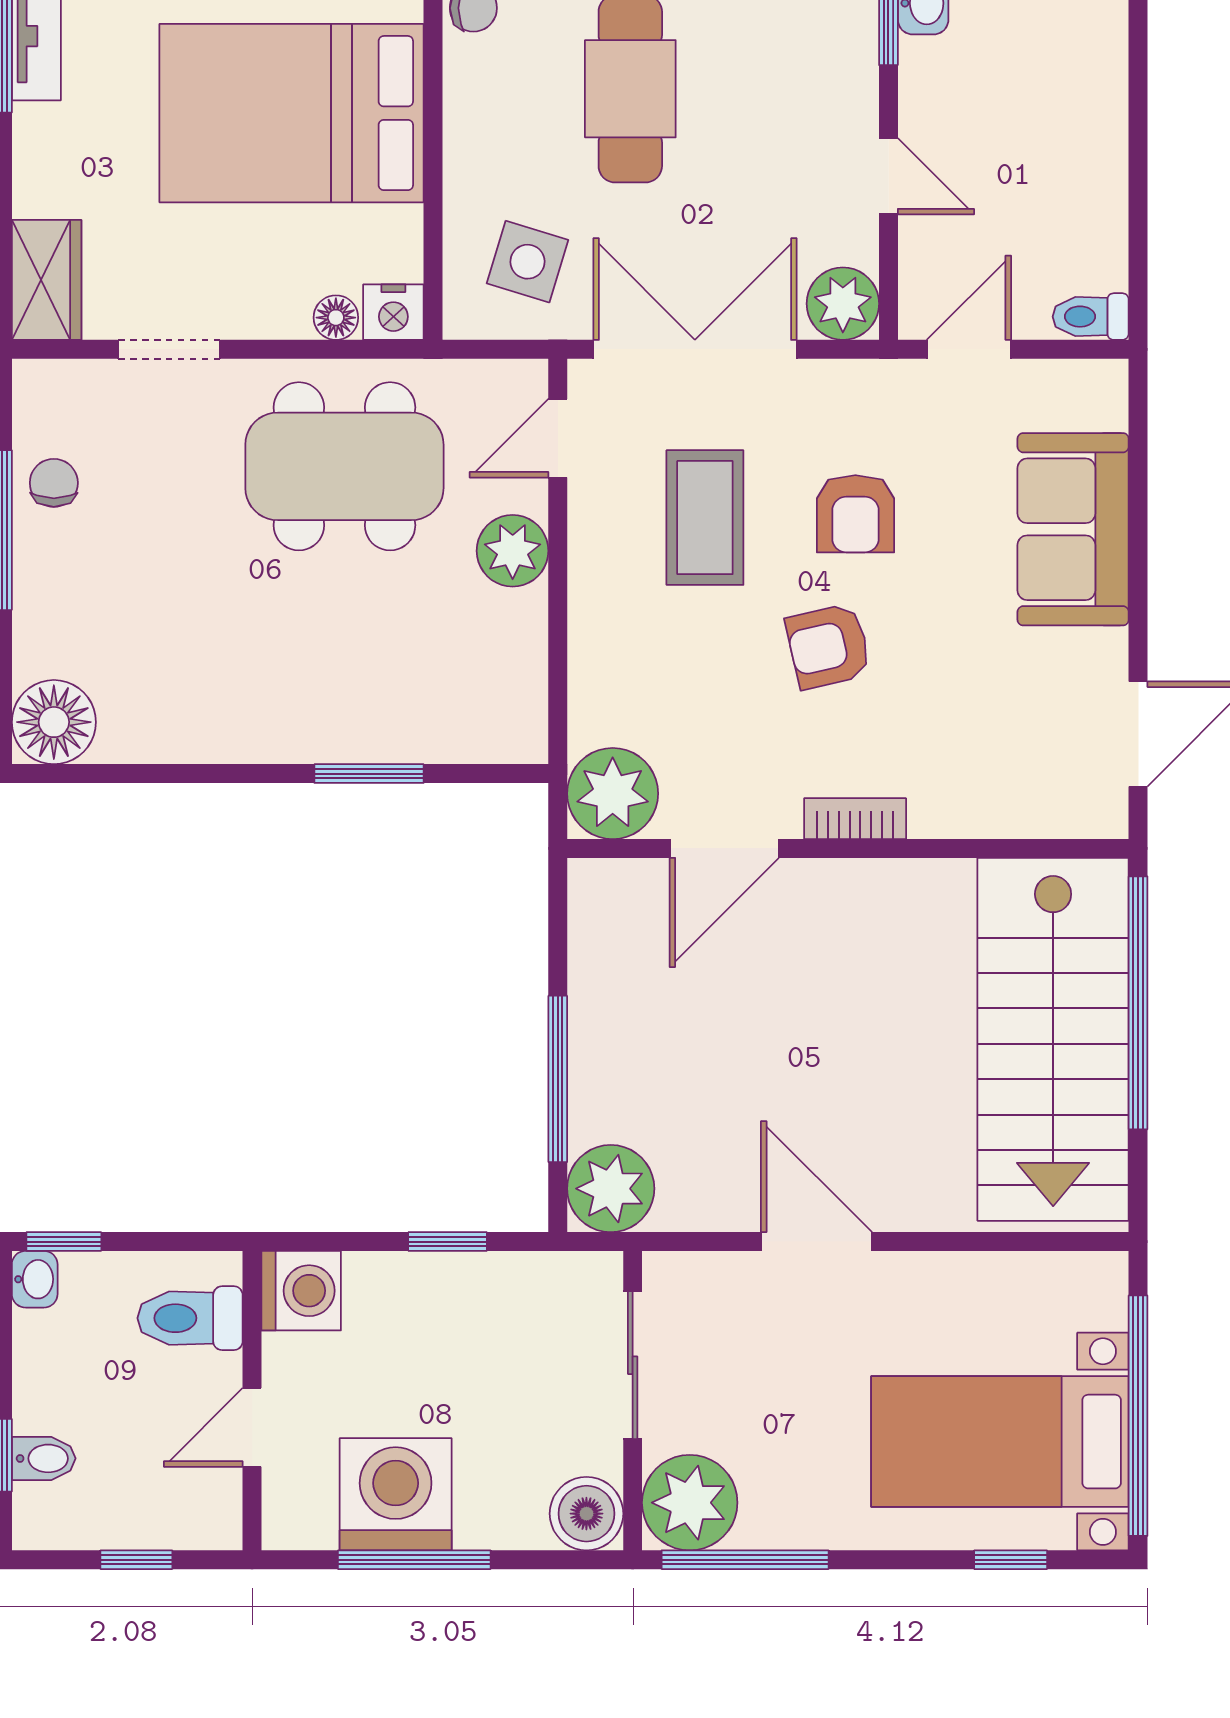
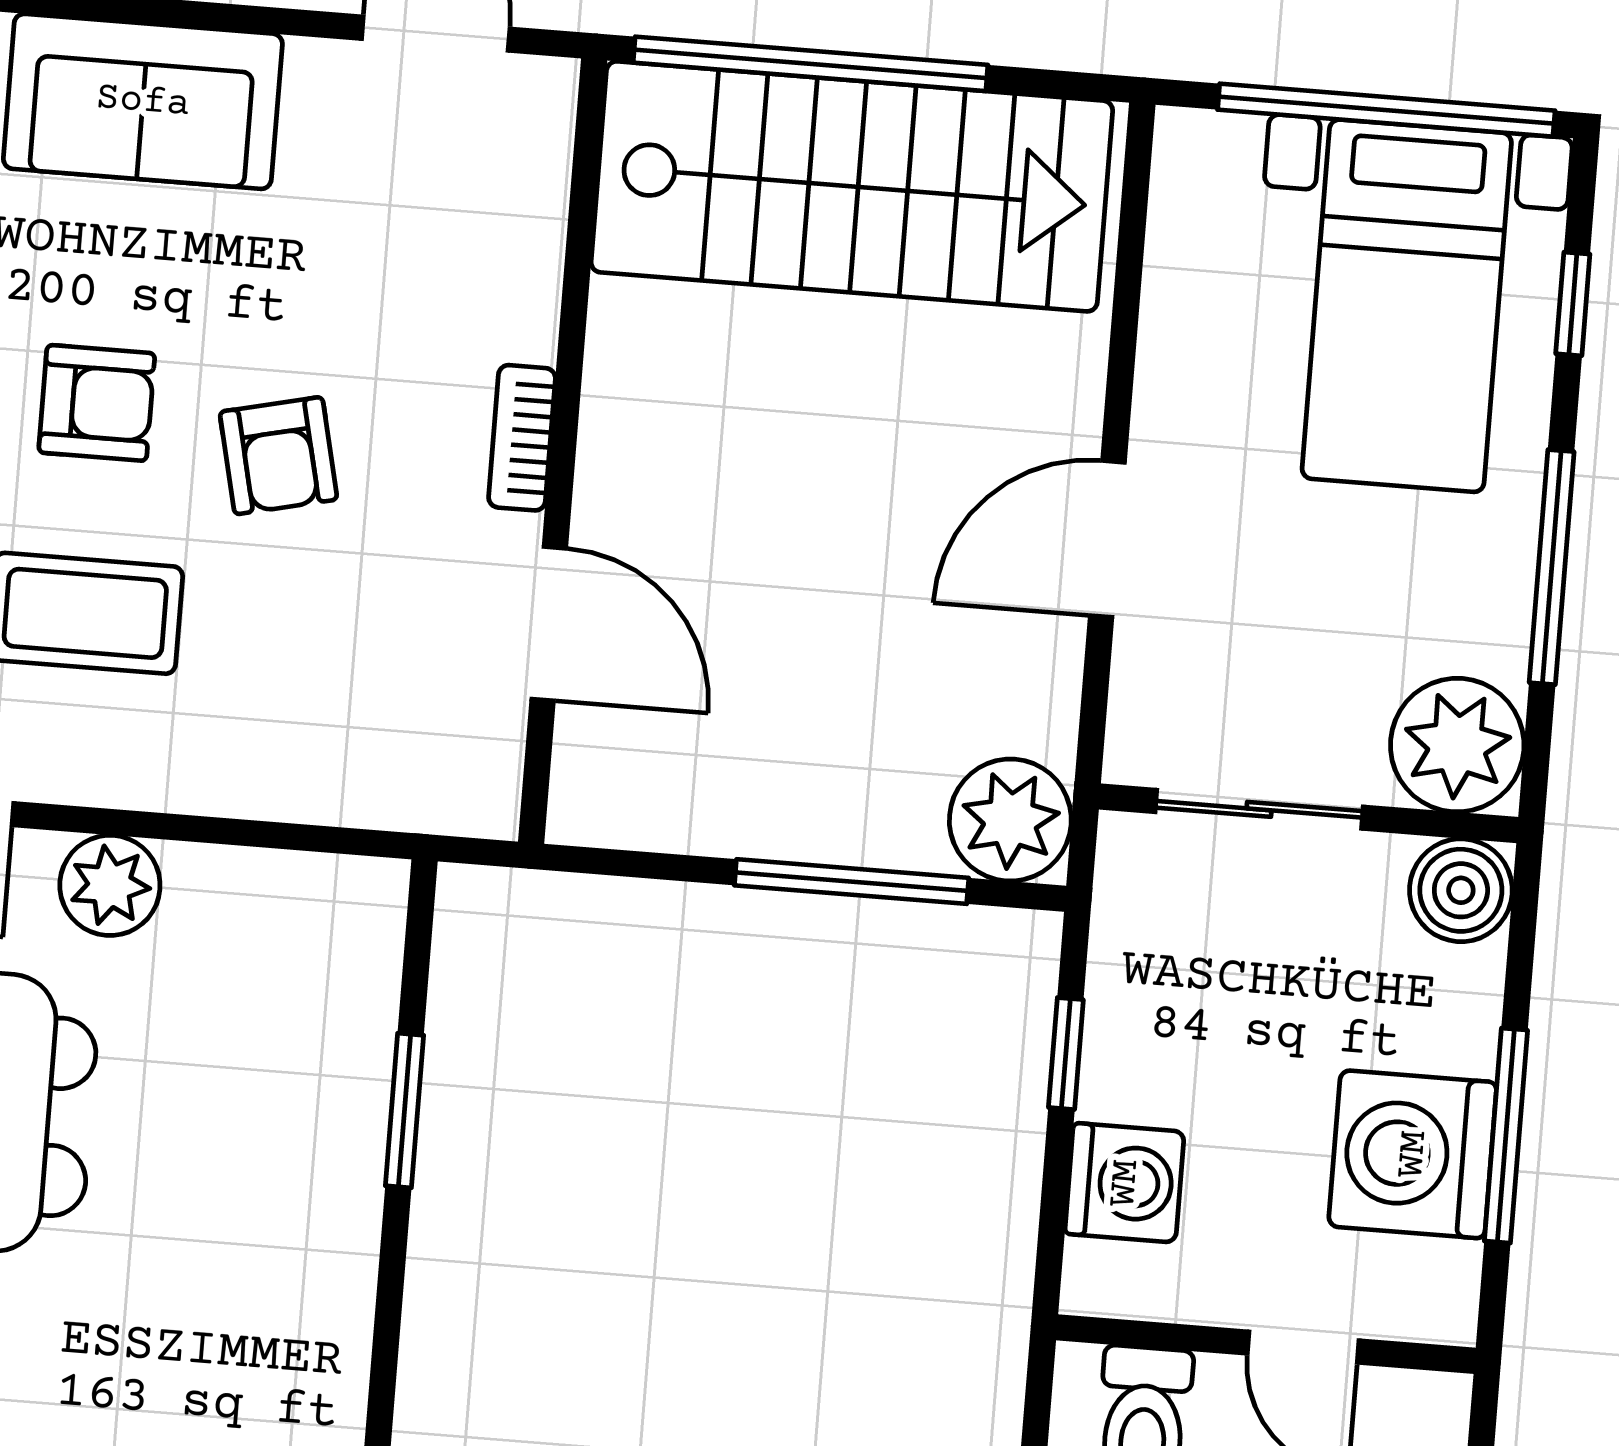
plant: (613, 794) -> (460, 773), removed
washing machine: (301, 1291) -> (1125, 1183), moved, turned 90
window: (745, 1560) -> (1552, 567), moved

